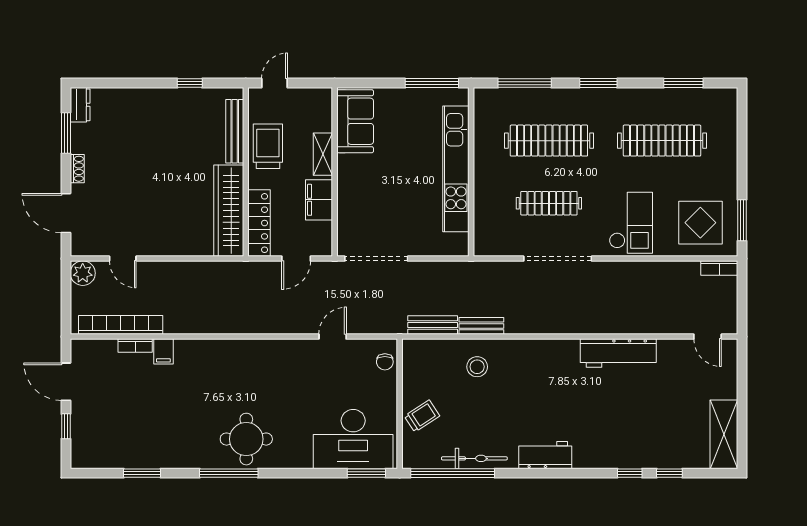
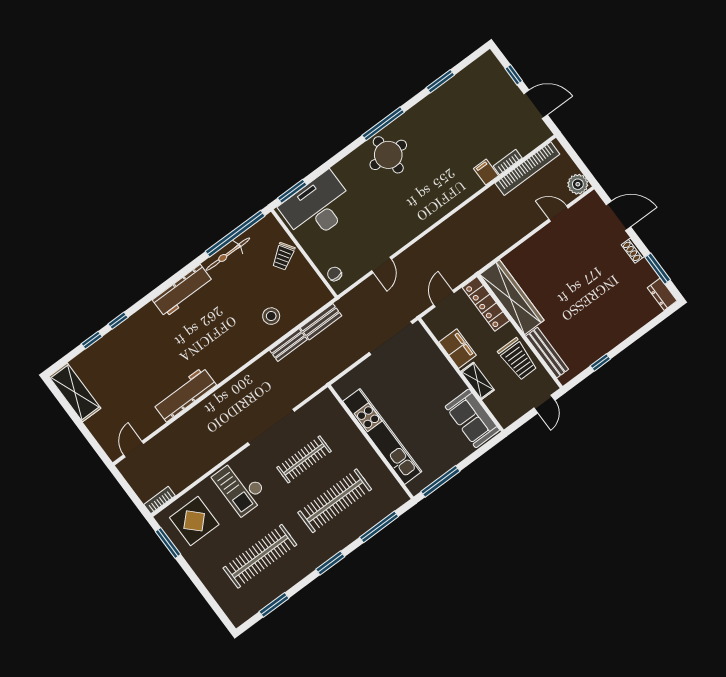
door: (708, 337) -> (134, 449), hinge flipped
workbench: (545, 455) -> (183, 291), width x1.38

